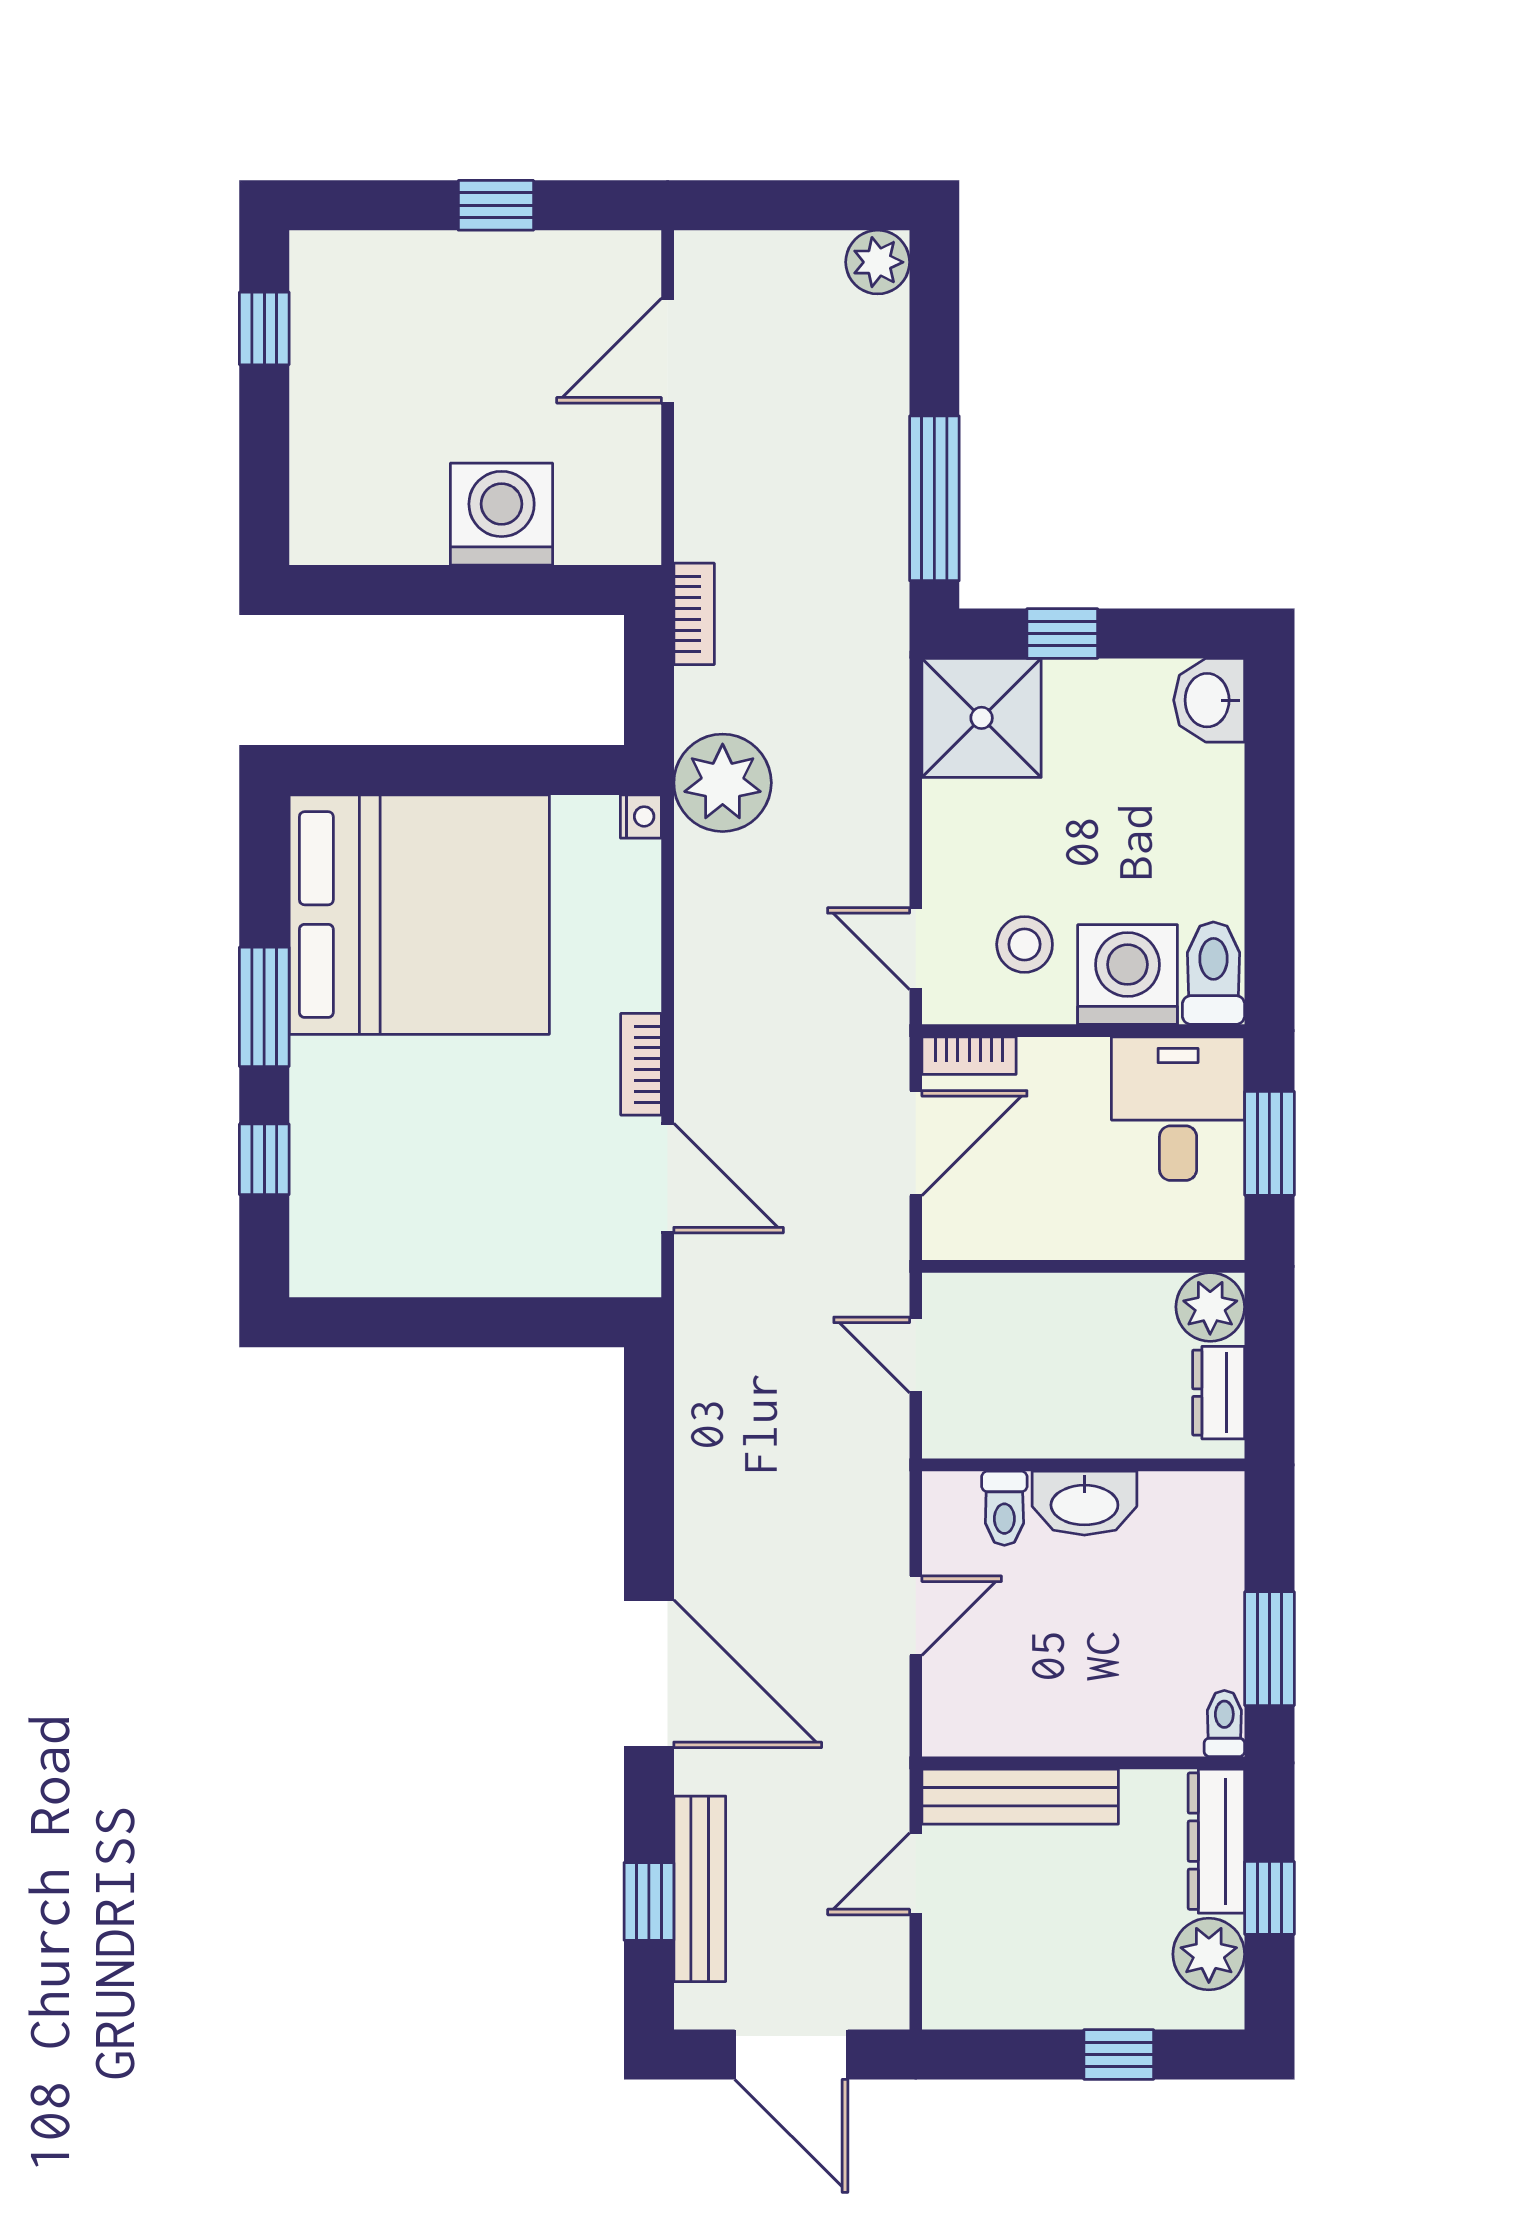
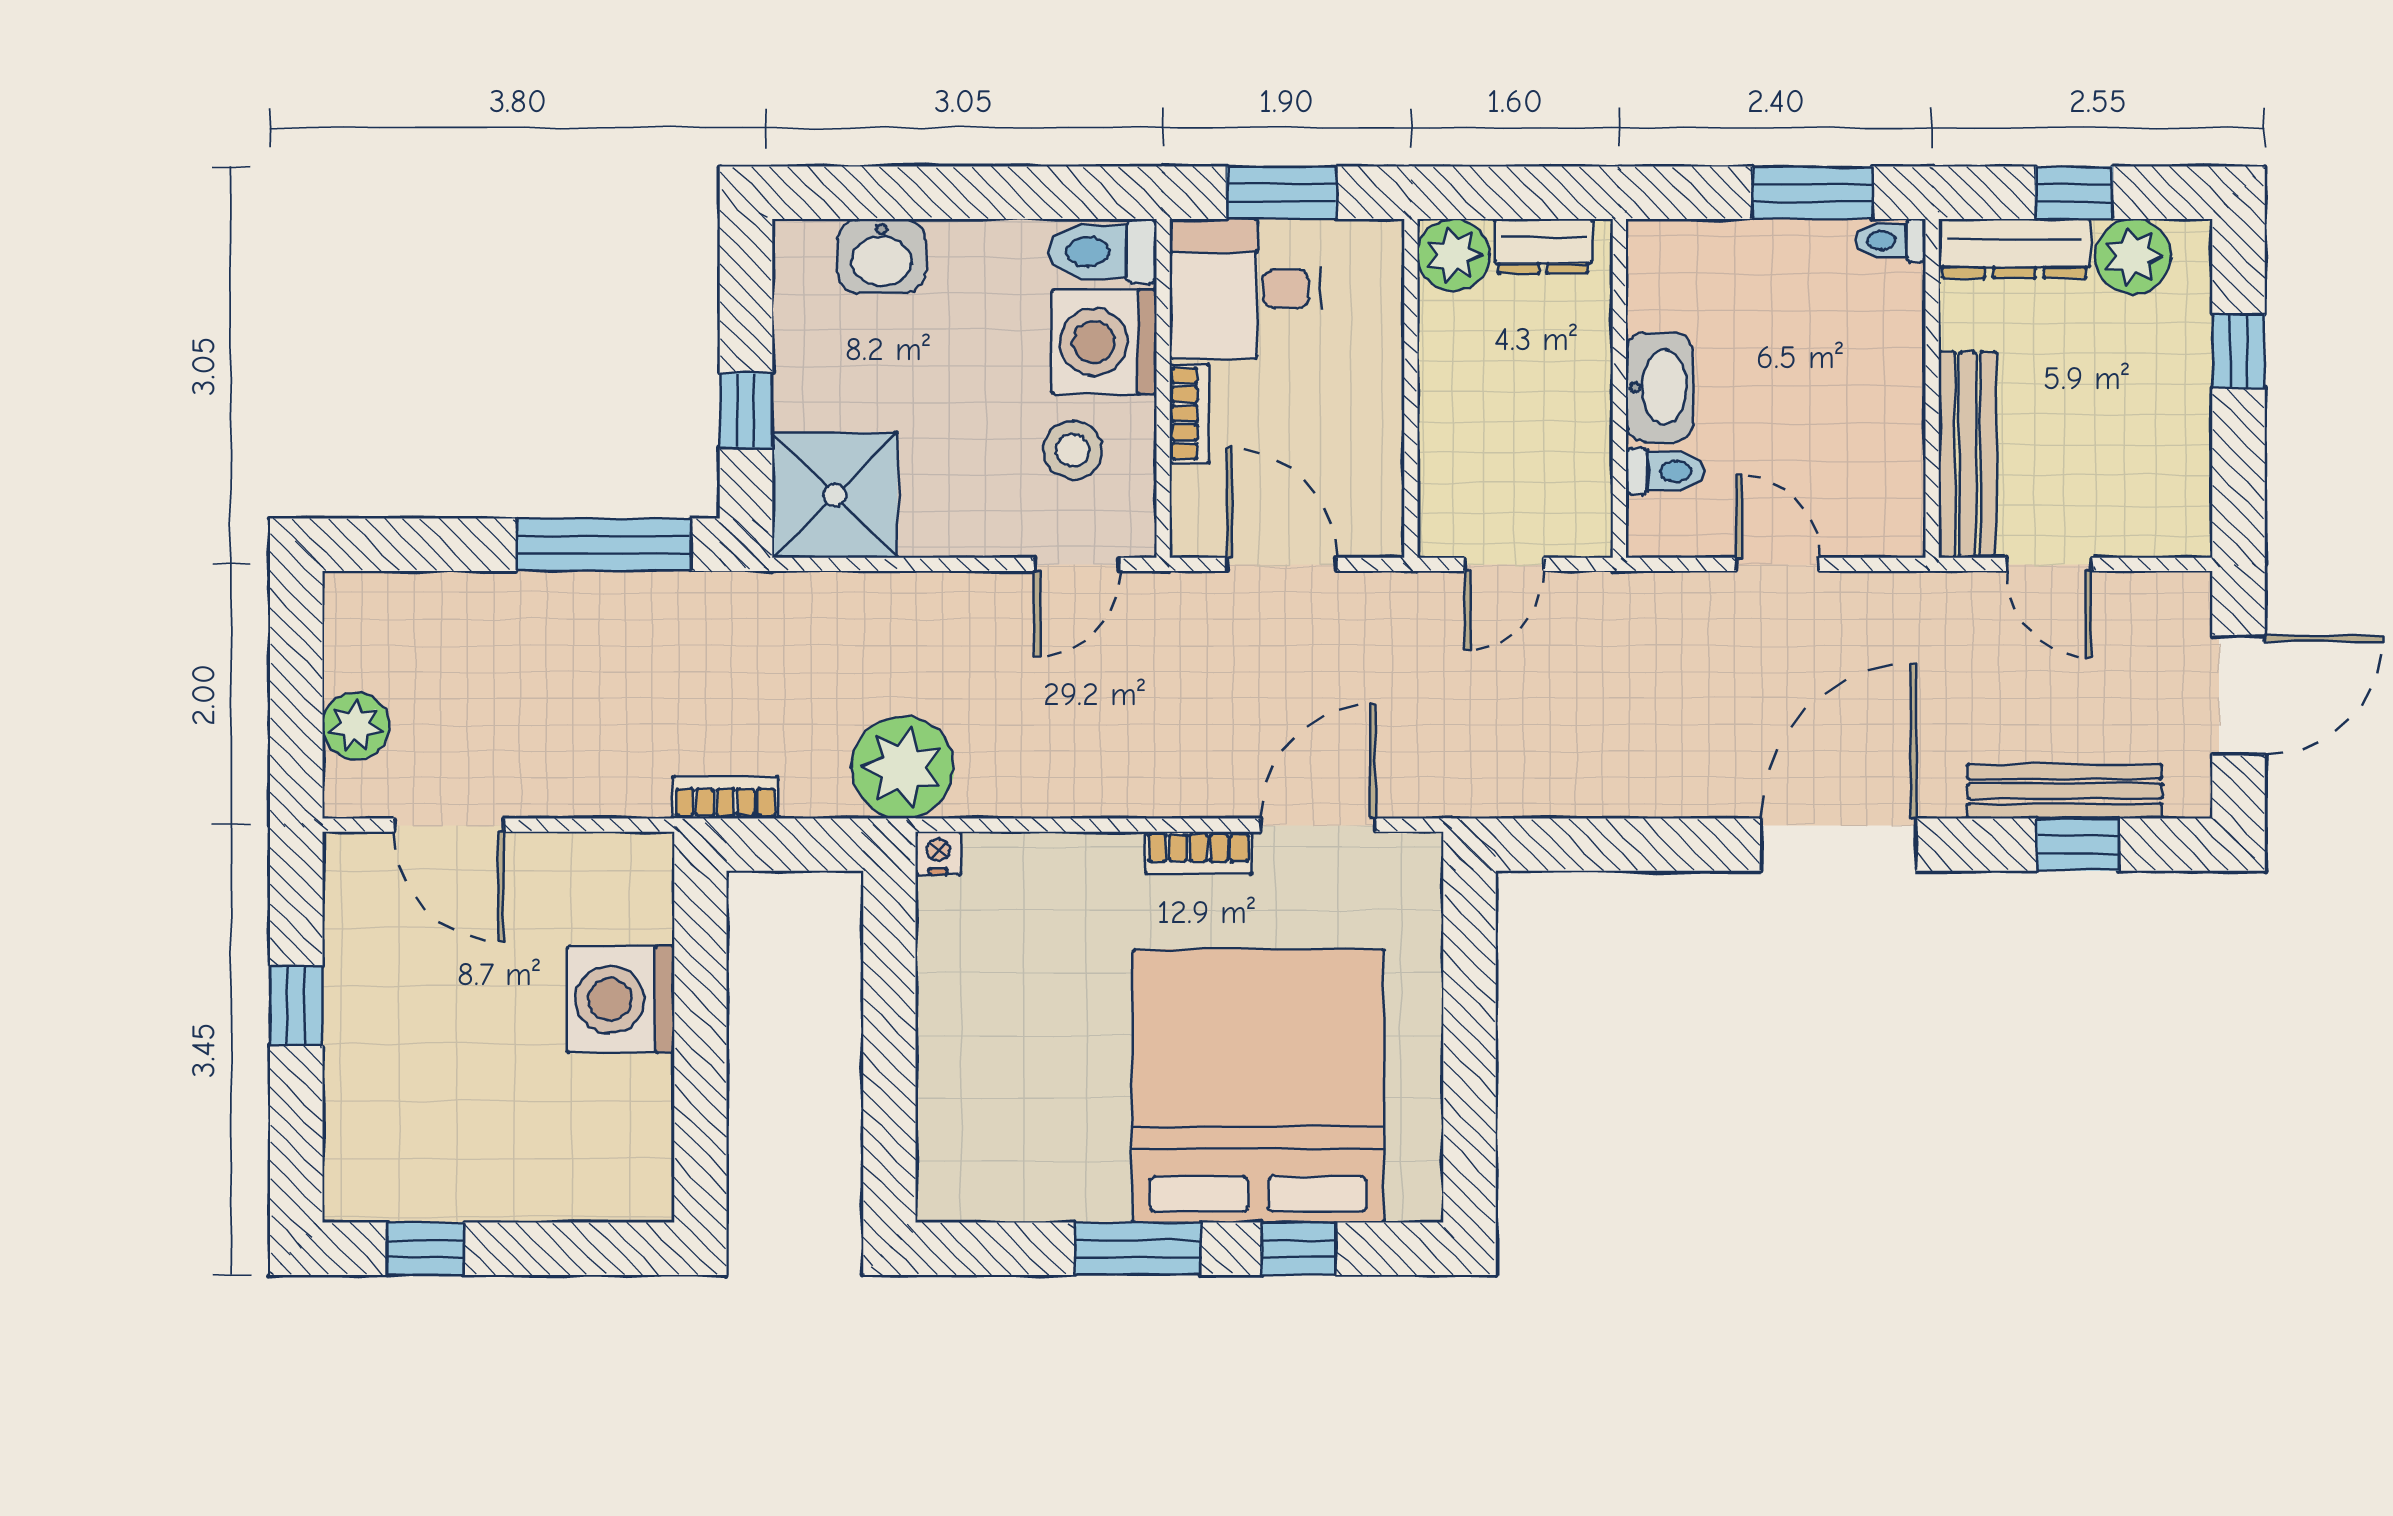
plant: (878, 262) -> (356, 726), moved
washbasin: (1209, 700) -> (882, 256), moved
bed: (419, 915) -> (1258, 1086), moved
bookcase: (969, 1056) -> (1189, 413), moved

